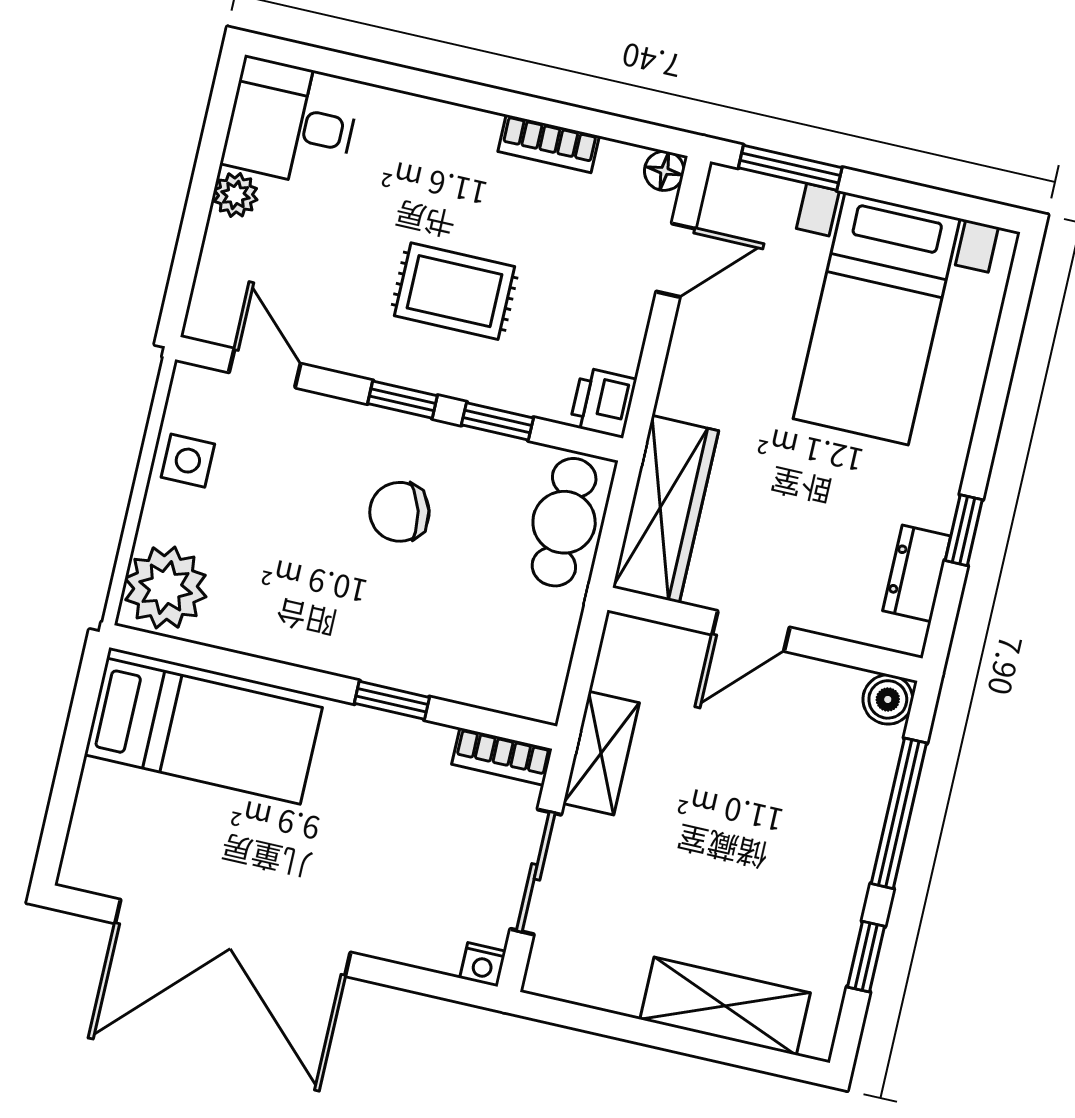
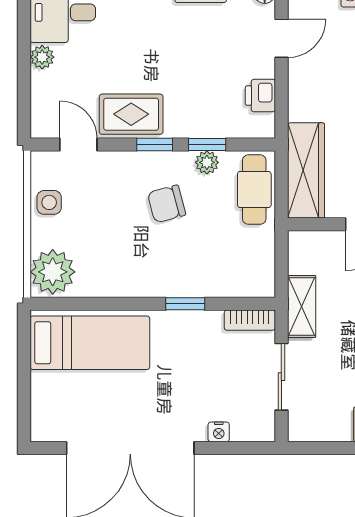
rug: (455, 291) -> (131, 114), moved
printer: (603, 403) -> (260, 96), moved
plant: (490, 454) -> (207, 162), added
nightstand: (483, 965) -> (219, 432), moved

